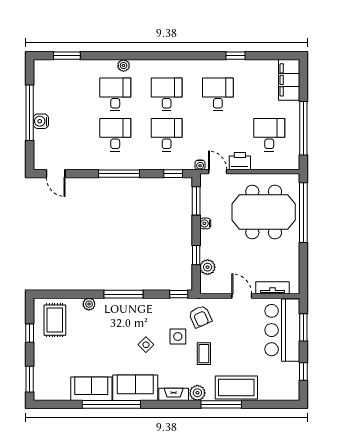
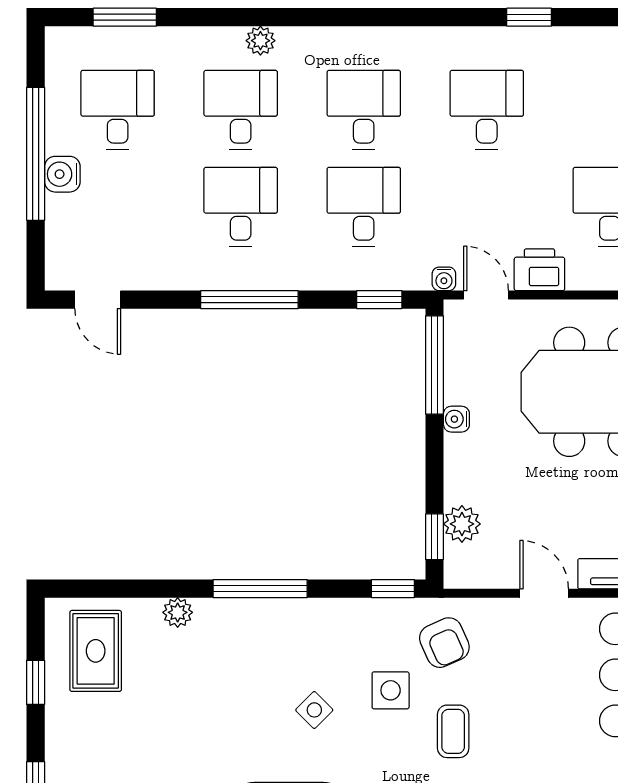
desk: (64, 94) -> (118, 110), added
window: (196, 201) -> (435, 365), width x1.44
window: (196, 255) -> (435, 537), moved

